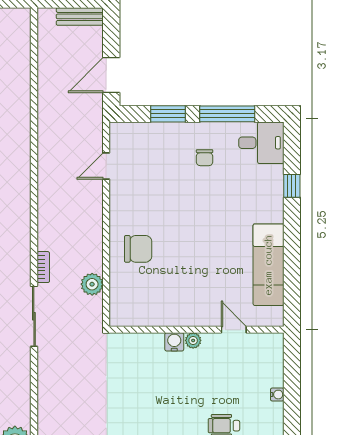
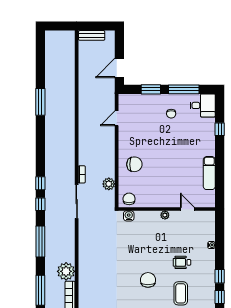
bench: (80, 16) -> (92, 35), moved
exam couch: (268, 265) -> (209, 173), width x0.73, depth x0.69
chair: (129, 311) -> (129, 199), added
water cooler: (174, 342) -> (129, 216), moved

